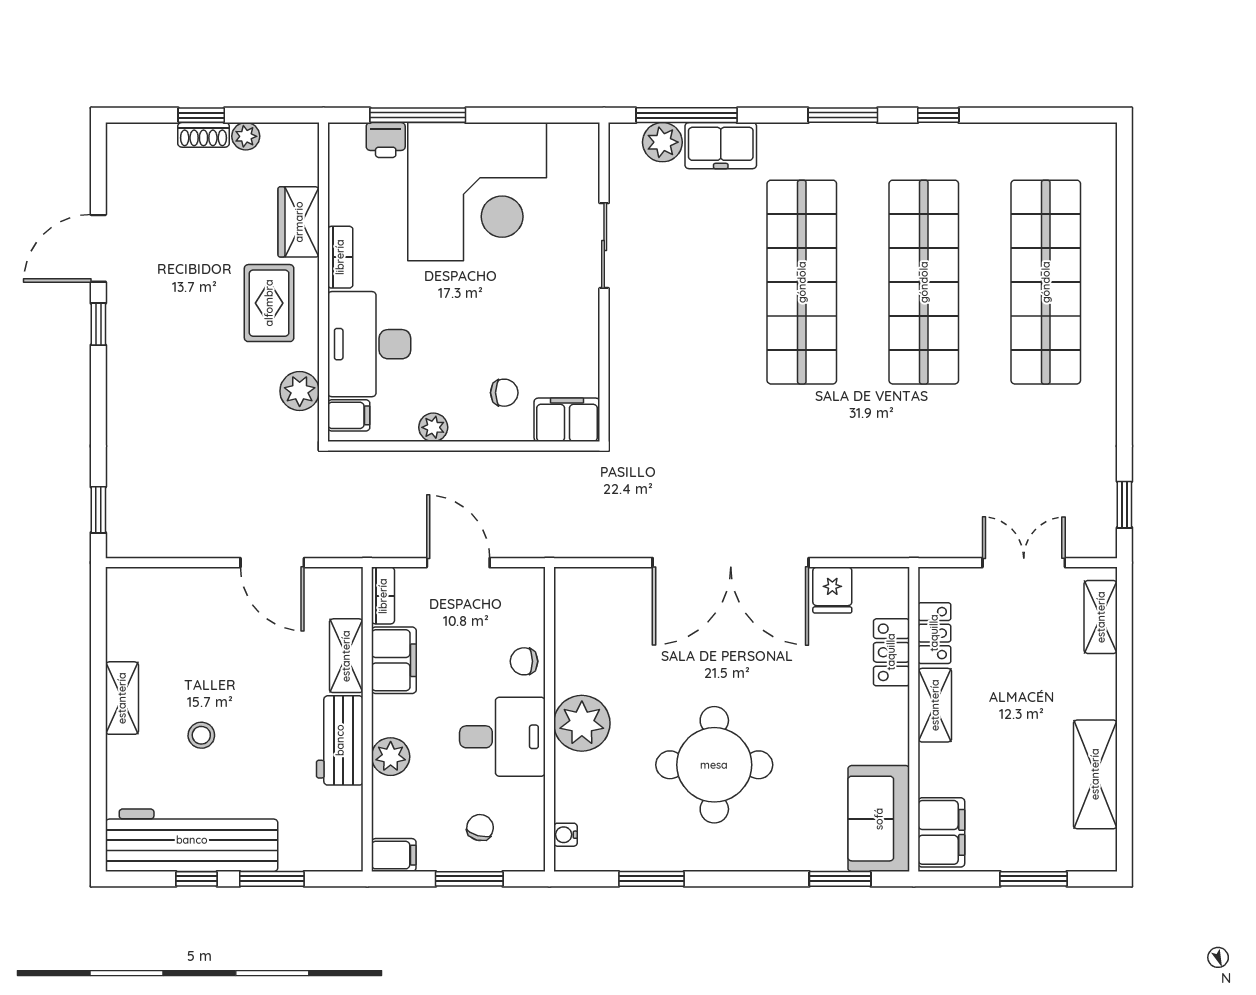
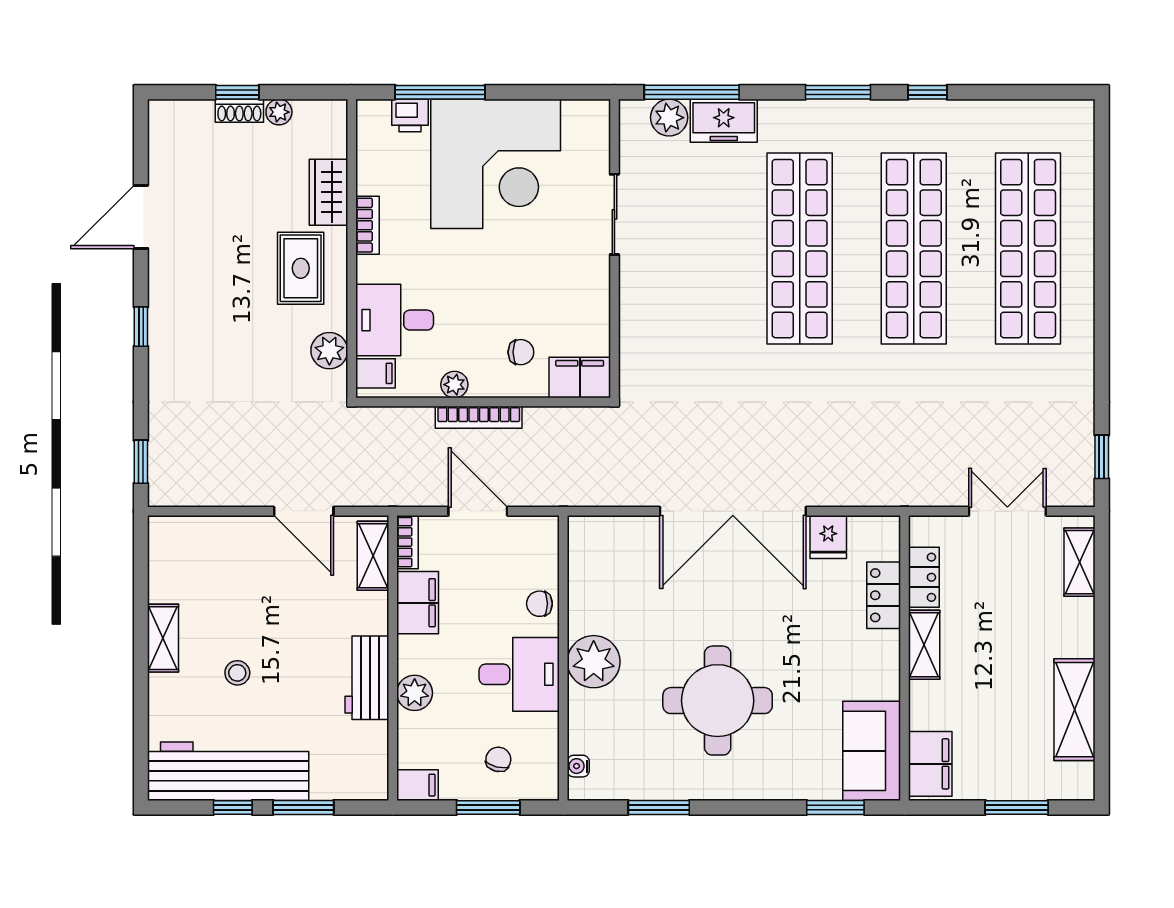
window: (98, 324) -> (141, 327), moved
desk: (369, 344) -> (395, 320), width x0.73
bookcase: (459, 462) -> (479, 417), added
shelving: (346, 656) -> (373, 556), moved

